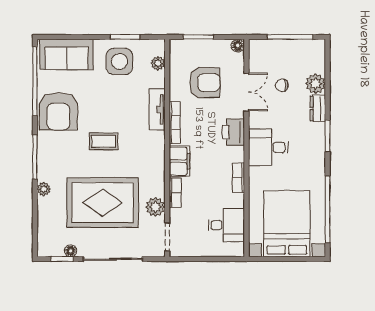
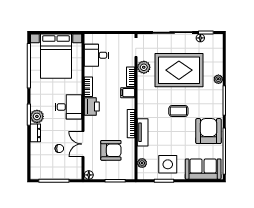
armchair: (205, 82) -> (111, 150), turned 180
plant: (316, 84) -> (37, 116), moved
printer: (233, 132) -> (92, 107), moved
filing cabinet: (179, 161) -> (128, 93), width x0.50

